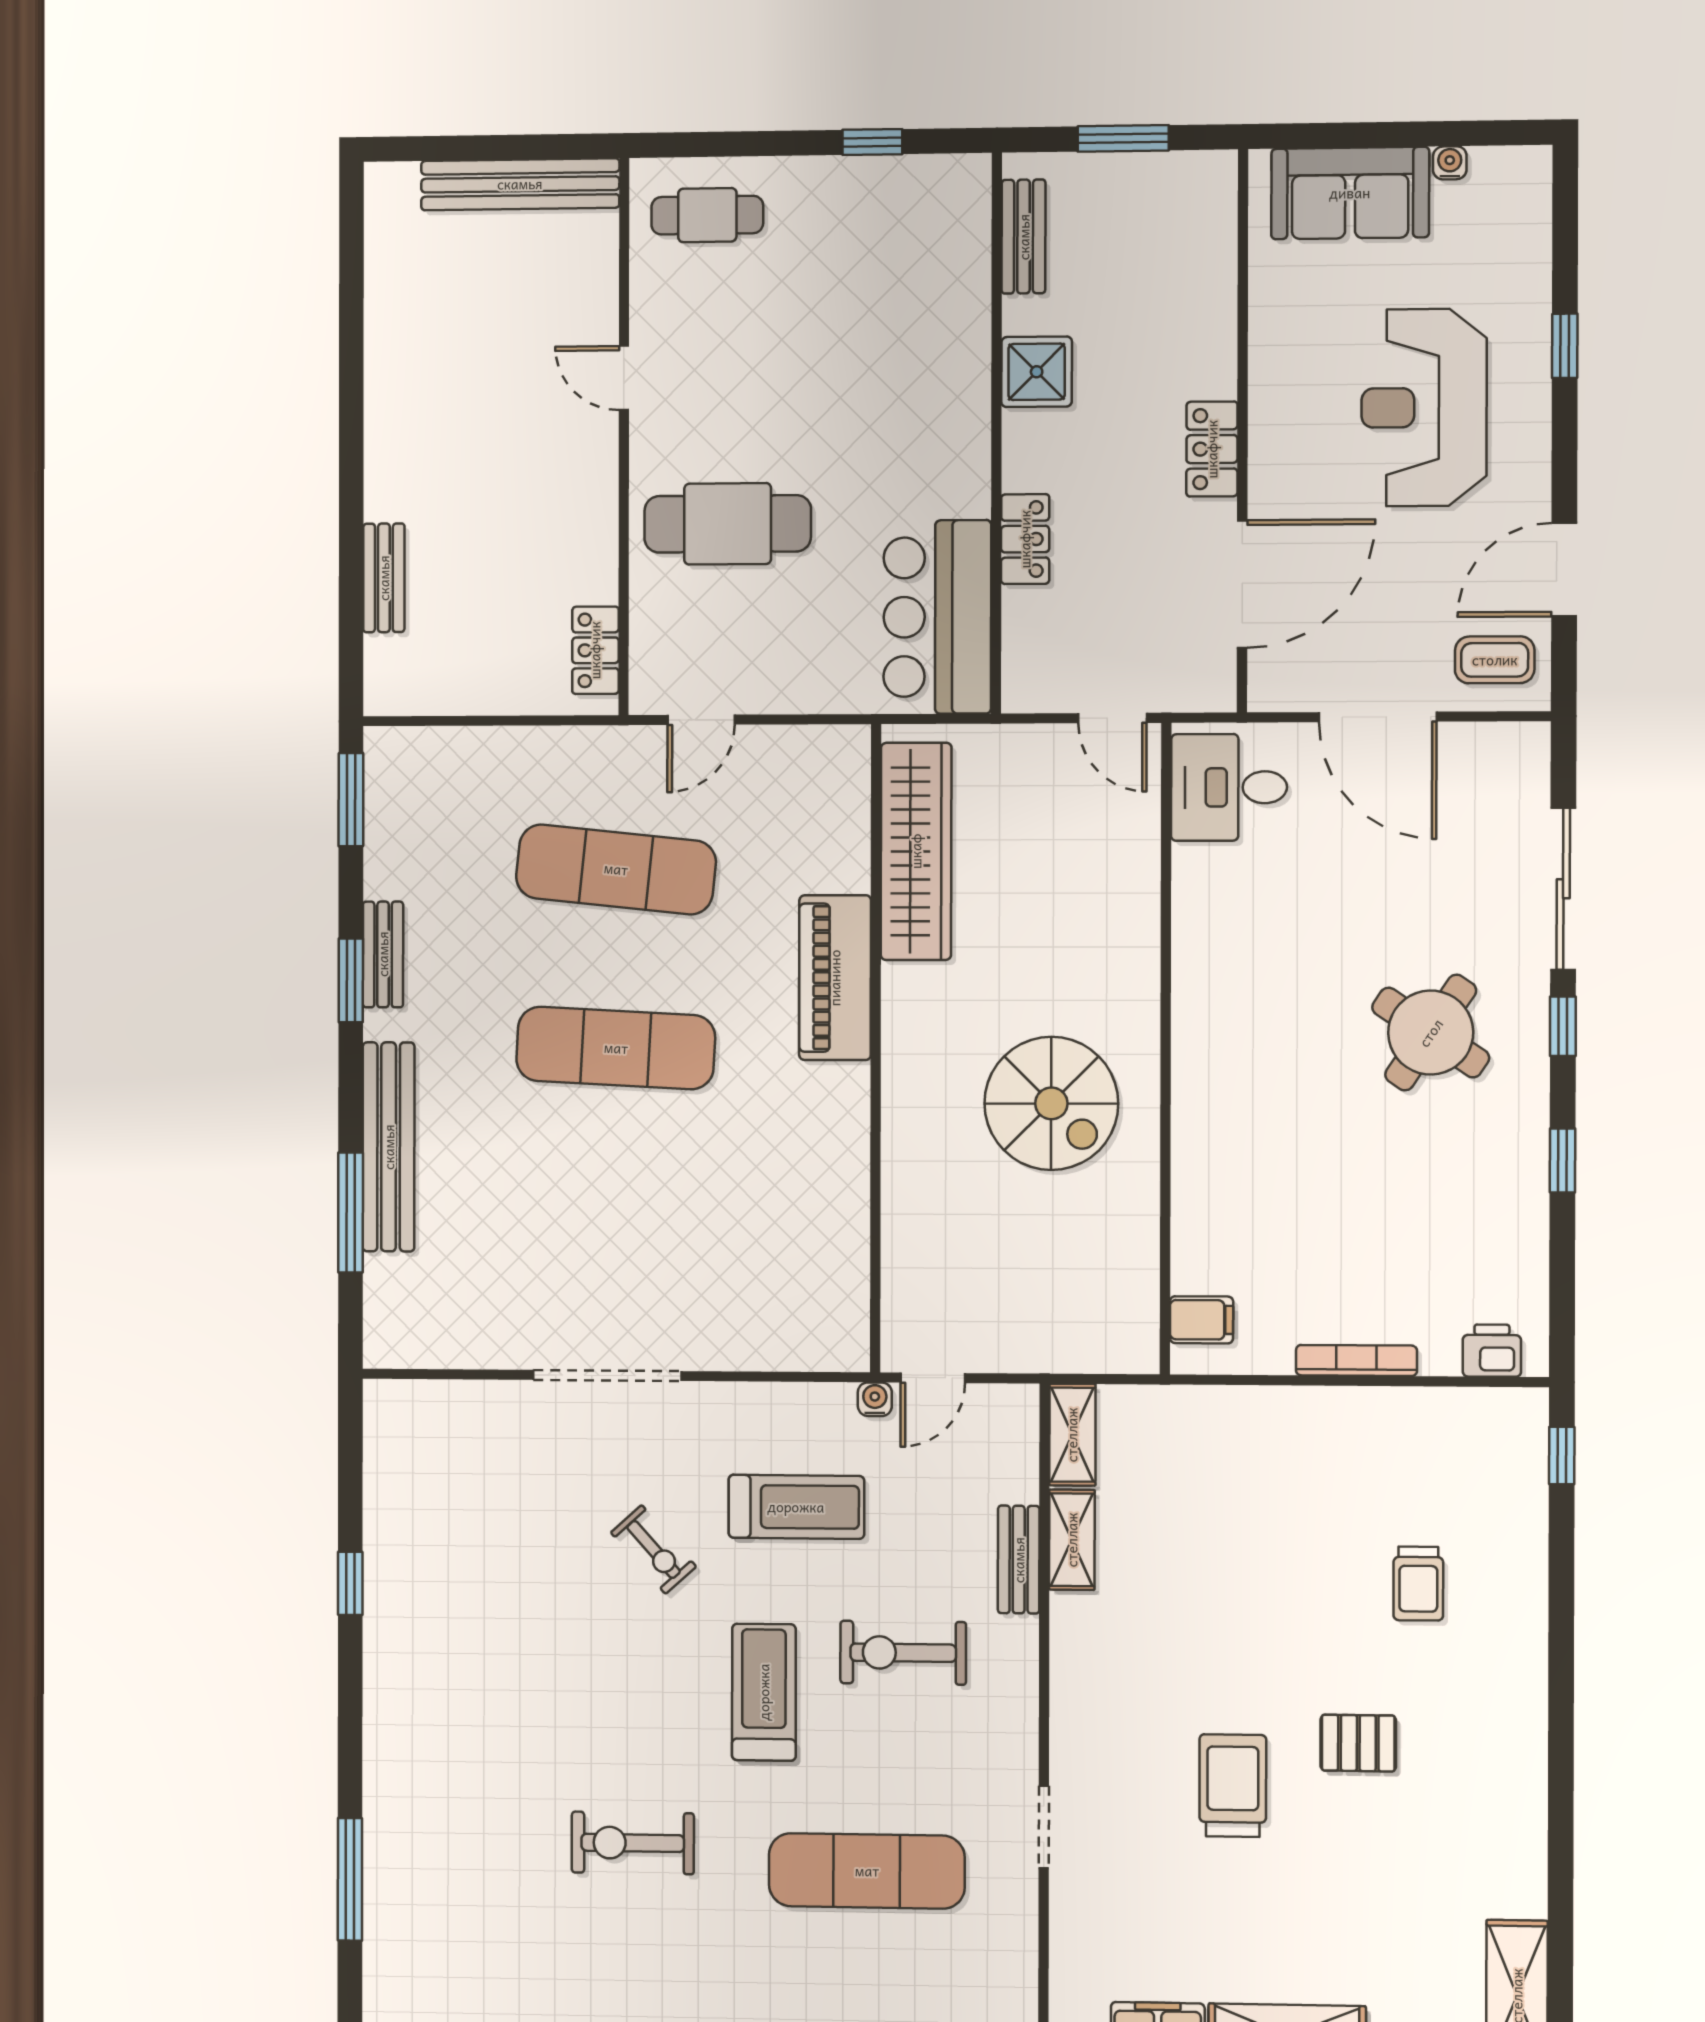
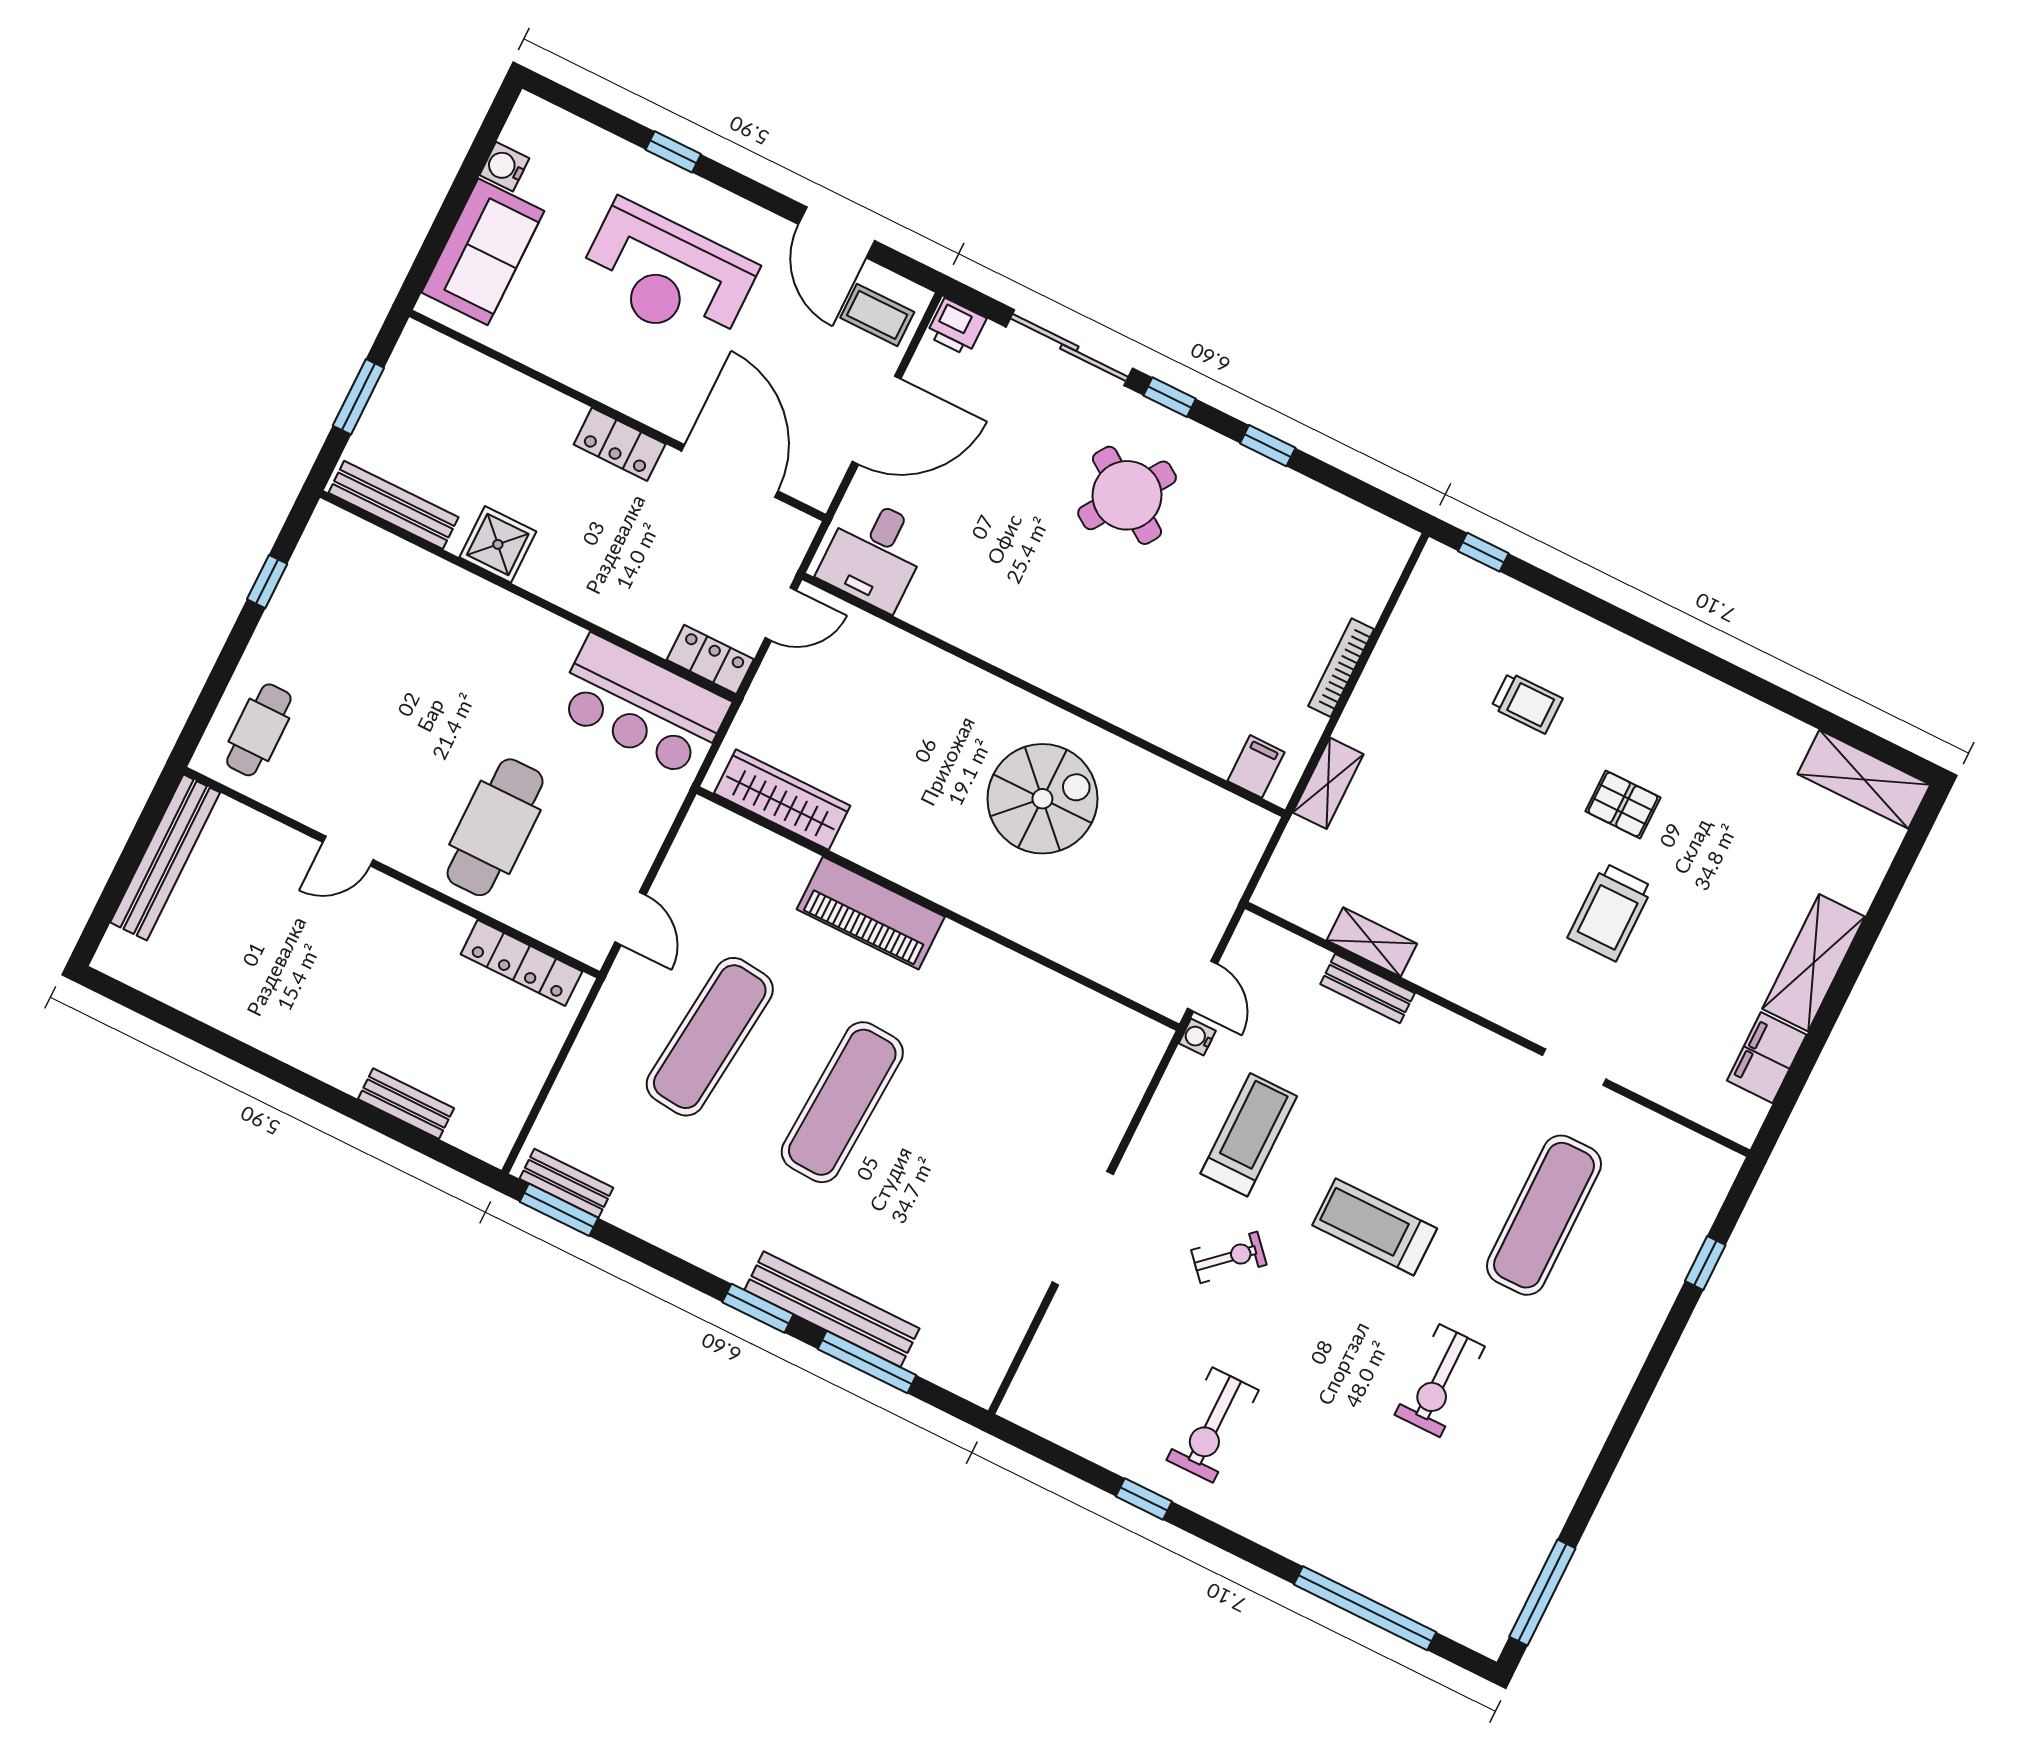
water cooler: (1450, 163) -> (504, 167), width x1.38, depth x1.38
bench: (1024, 237) -> (393, 505), width x1.36
locker: (1025, 539) -> (710, 660), moved
locker: (595, 650) -> (521, 963), width x1.53
coffee table: (1495, 660) -> (877, 315), turned 90
wardrobe: (916, 851) -> (782, 800), width x0.71, depth x0.85
bench: (383, 954) -> (566, 1183), moved
window: (351, 980) -> (758, 1308), moved
printer: (1492, 1351) -> (956, 327), moved, turned -90
shelving: (1072, 1435) -> (1328, 783), moved, turned 90
exercise bike: (903, 1653) -> (1213, 1425), moved
pallet: (1358, 1743) -> (1623, 804), turned 90
trolley: (1233, 1786) -> (1610, 912), turned -90
window: (350, 1879) -> (1365, 1608), width x1.46

